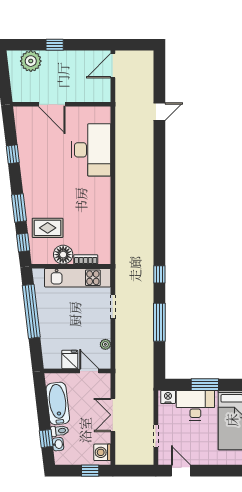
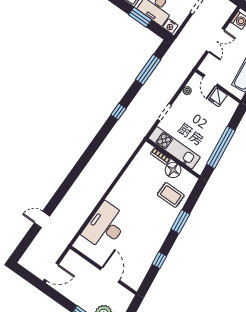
window: (23, 243) -> (194, 197), removed
window: (159, 322) -> (148, 70), moved

